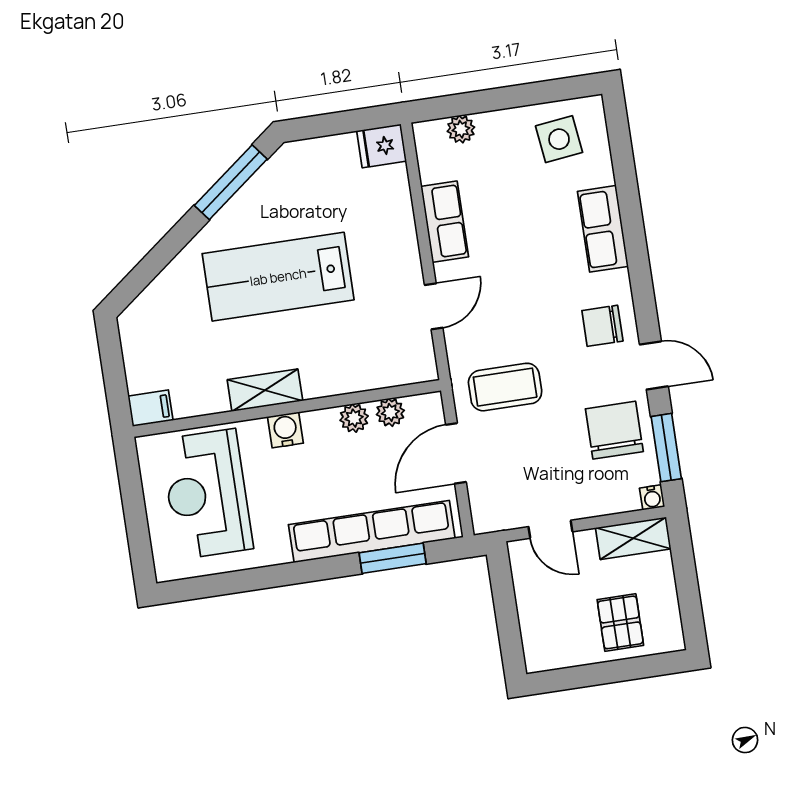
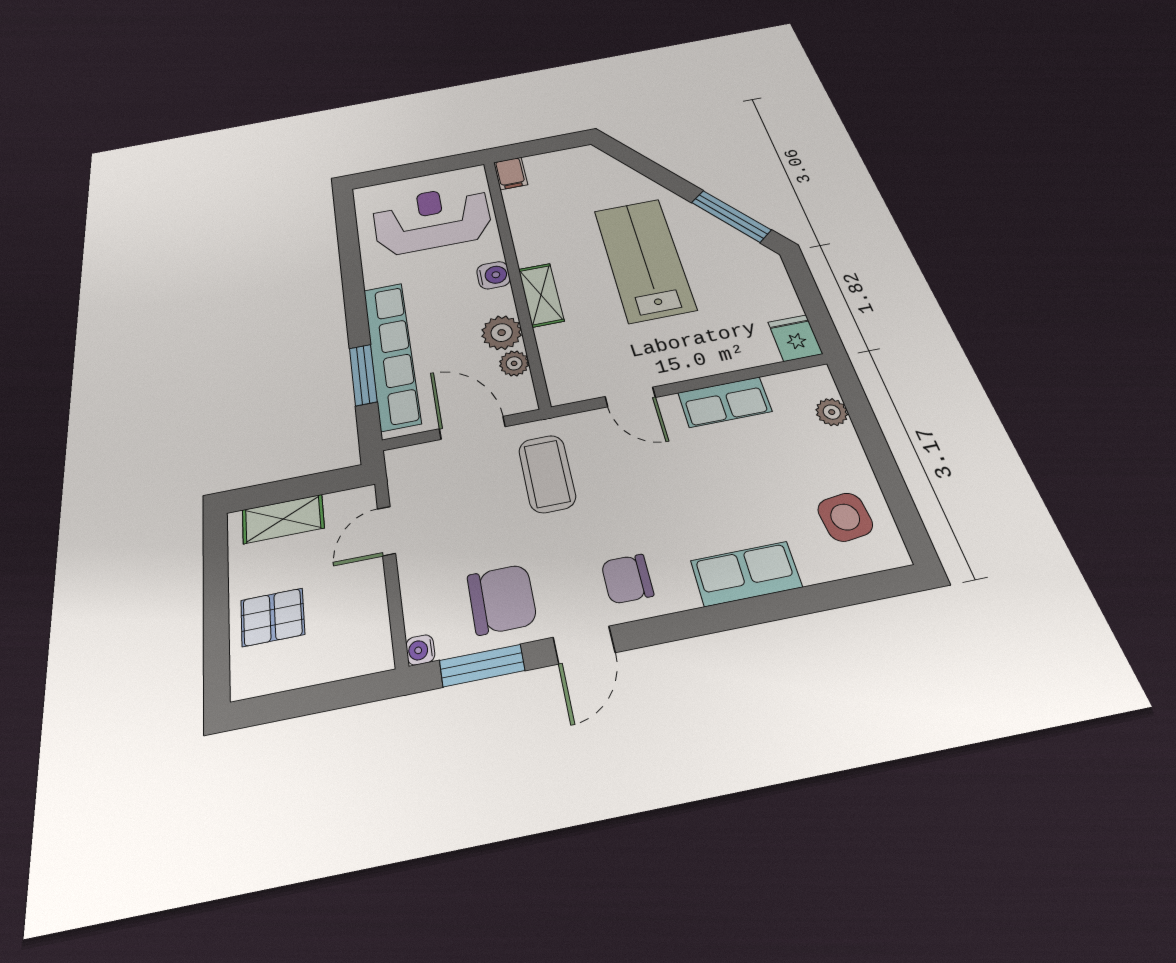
chair: (602, 326) -> (627, 579), turned -90
shelving: (265, 390) -> (541, 295), moved
plant: (354, 418) -> (502, 333), width x1.38, depth x1.38
shelving: (633, 538) -> (283, 519), moved, turned 90

